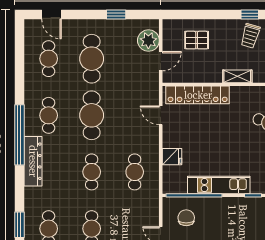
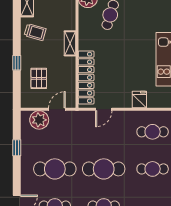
window: (250, 15) -> (17, 63), moved
door: (161, 61) -> (57, 109), hinge flipped

